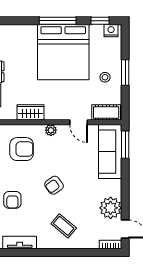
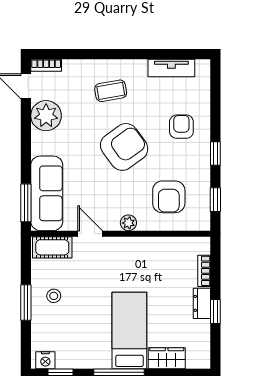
bed: (63, 52) -> (129, 331), width x0.49
wardrobe: (31, 112) -> (167, 358), moved, turned 180
armchair: (22, 149) -> (169, 197), turned -90
armchair: (54, 185) -> (124, 147), width x1.88, depth x1.88
coffee table: (64, 226) -> (111, 91), turned -50

